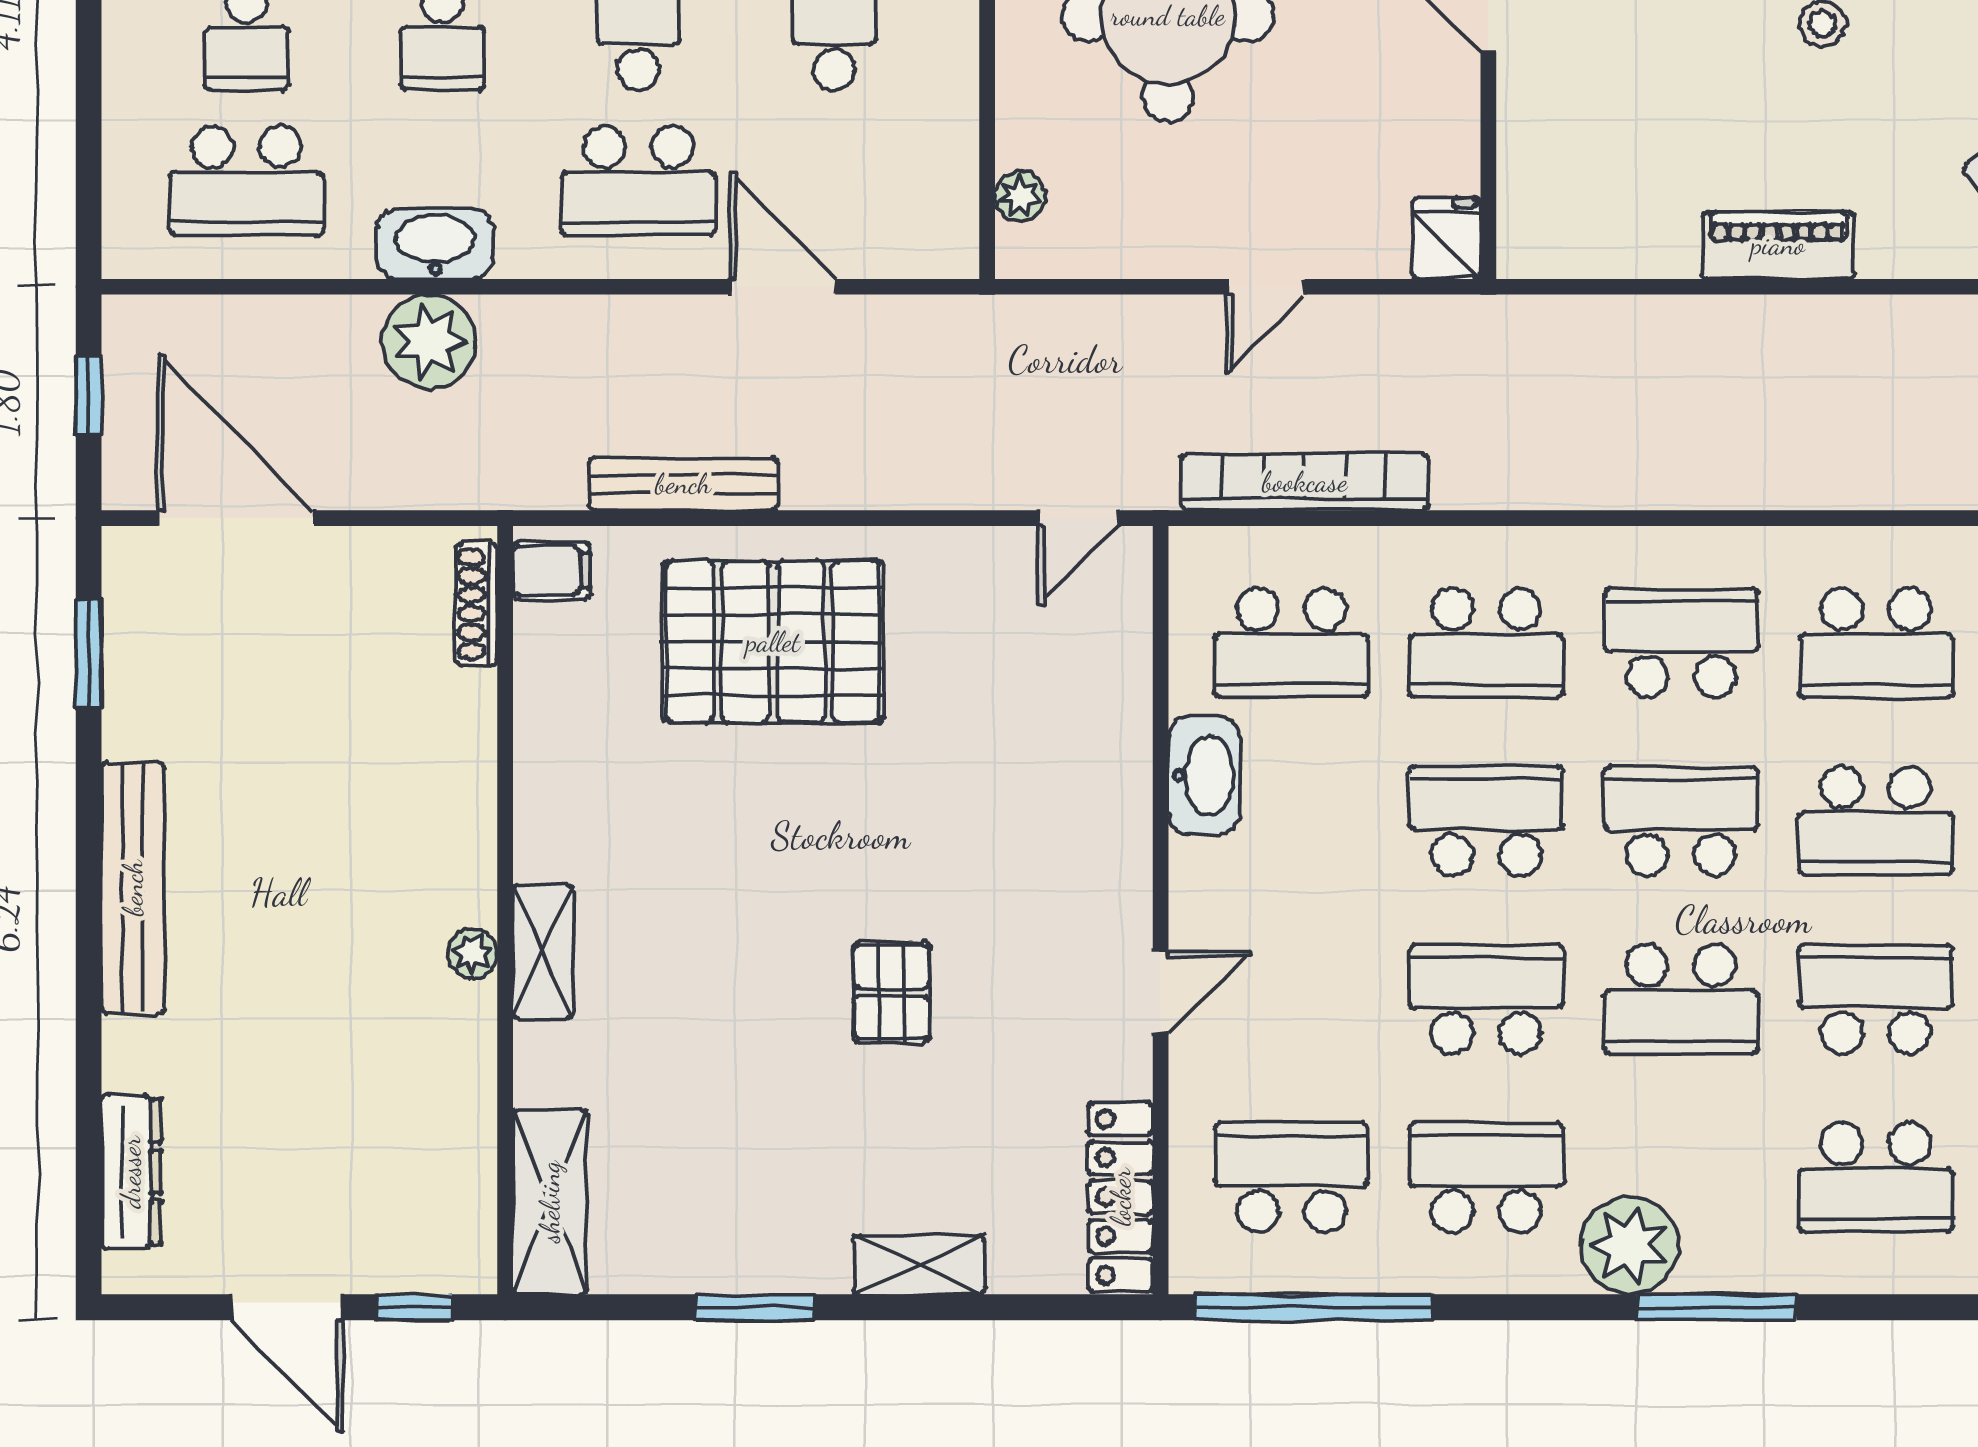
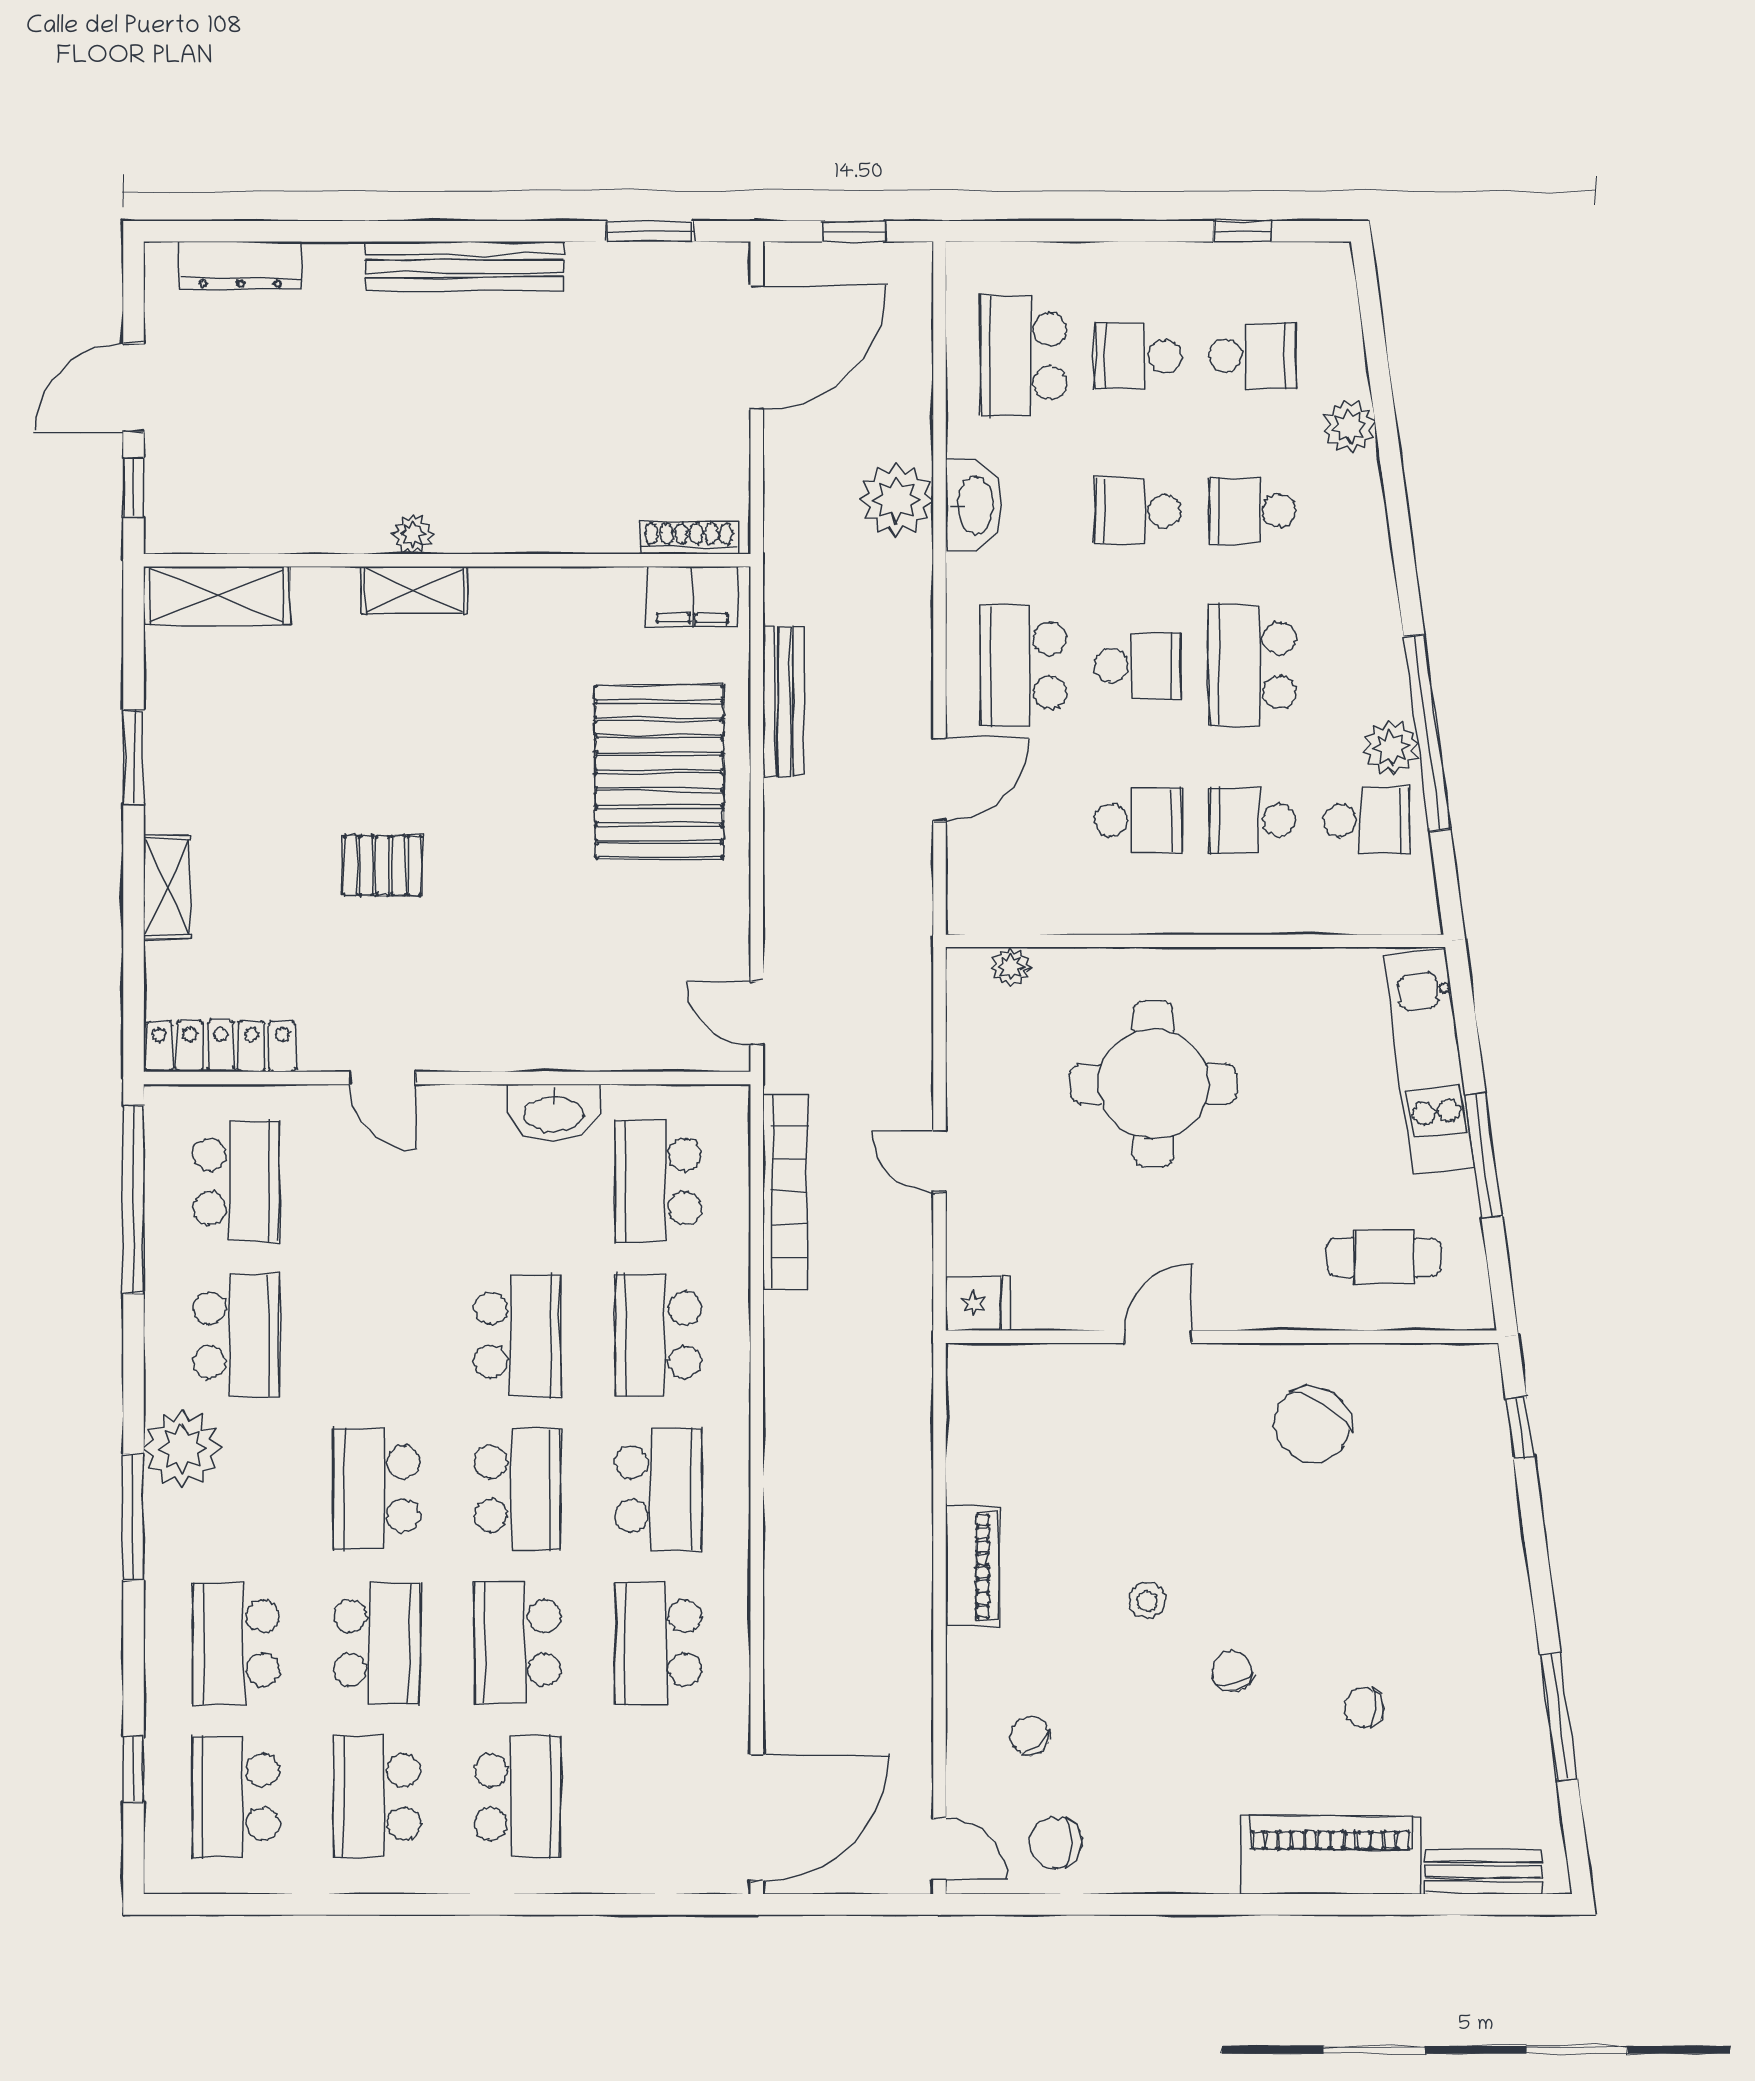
filing cabinet: (551, 570) -> (693, 597), width x2.00
school desk: (1486, 999) -> (377, 1335), removed

